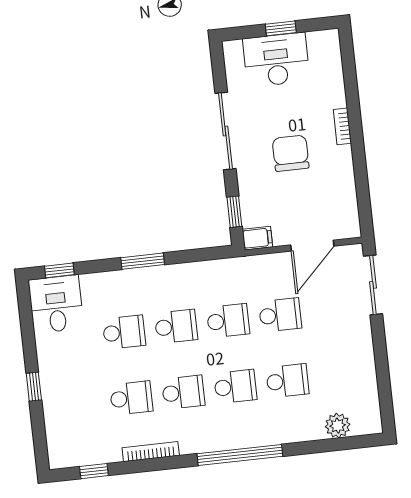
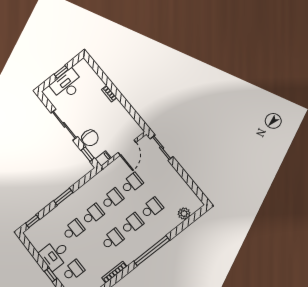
chair: (291, 153) -> (90, 138), moved, turned 180
desk: (56, 304) -> (55, 255), moved, turned -90
school desk: (131, 398) -> (73, 270), moved

